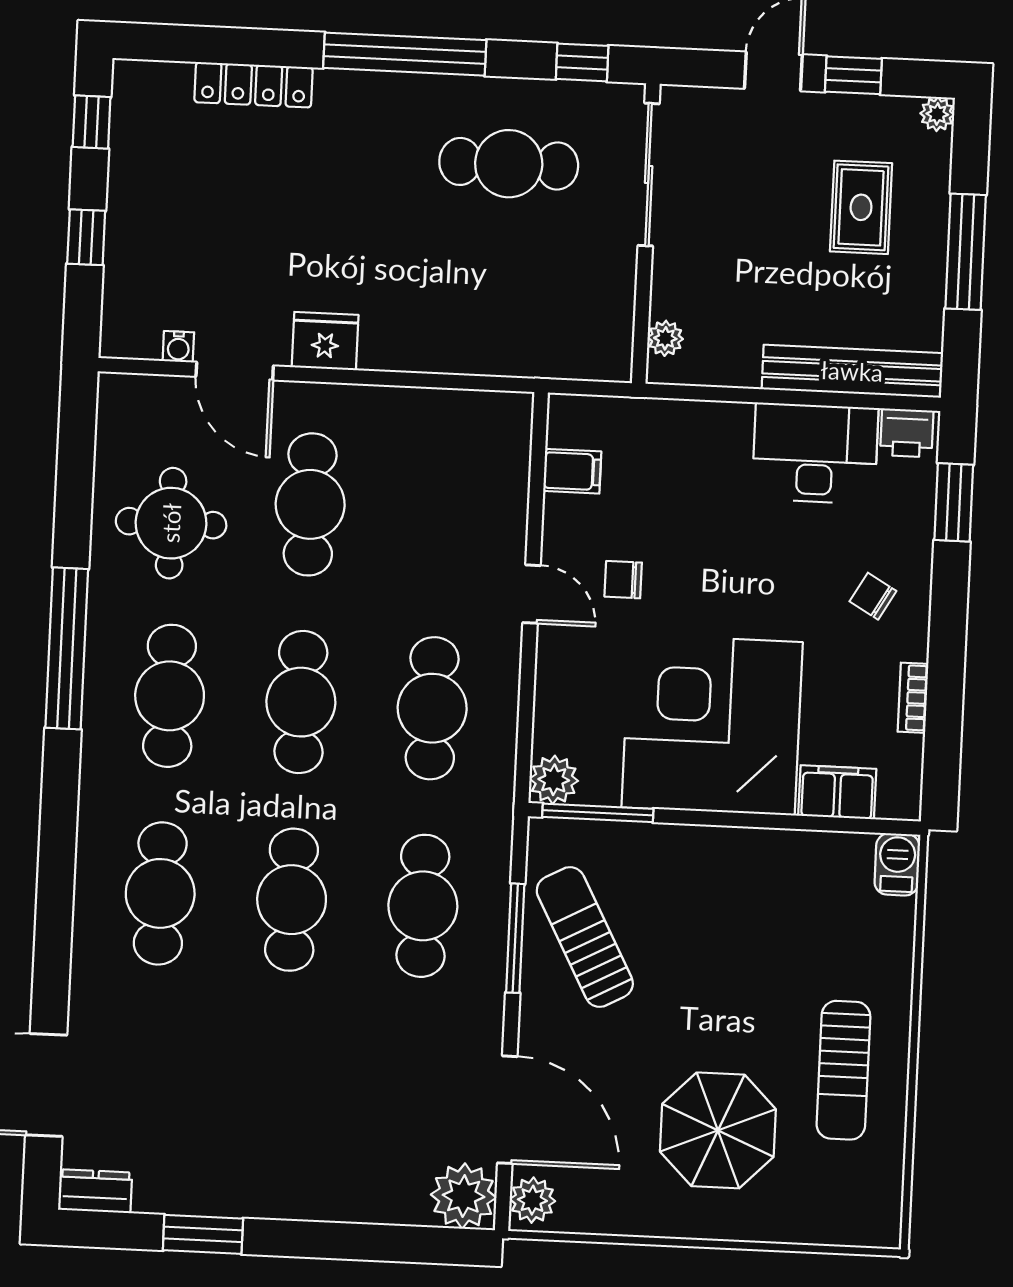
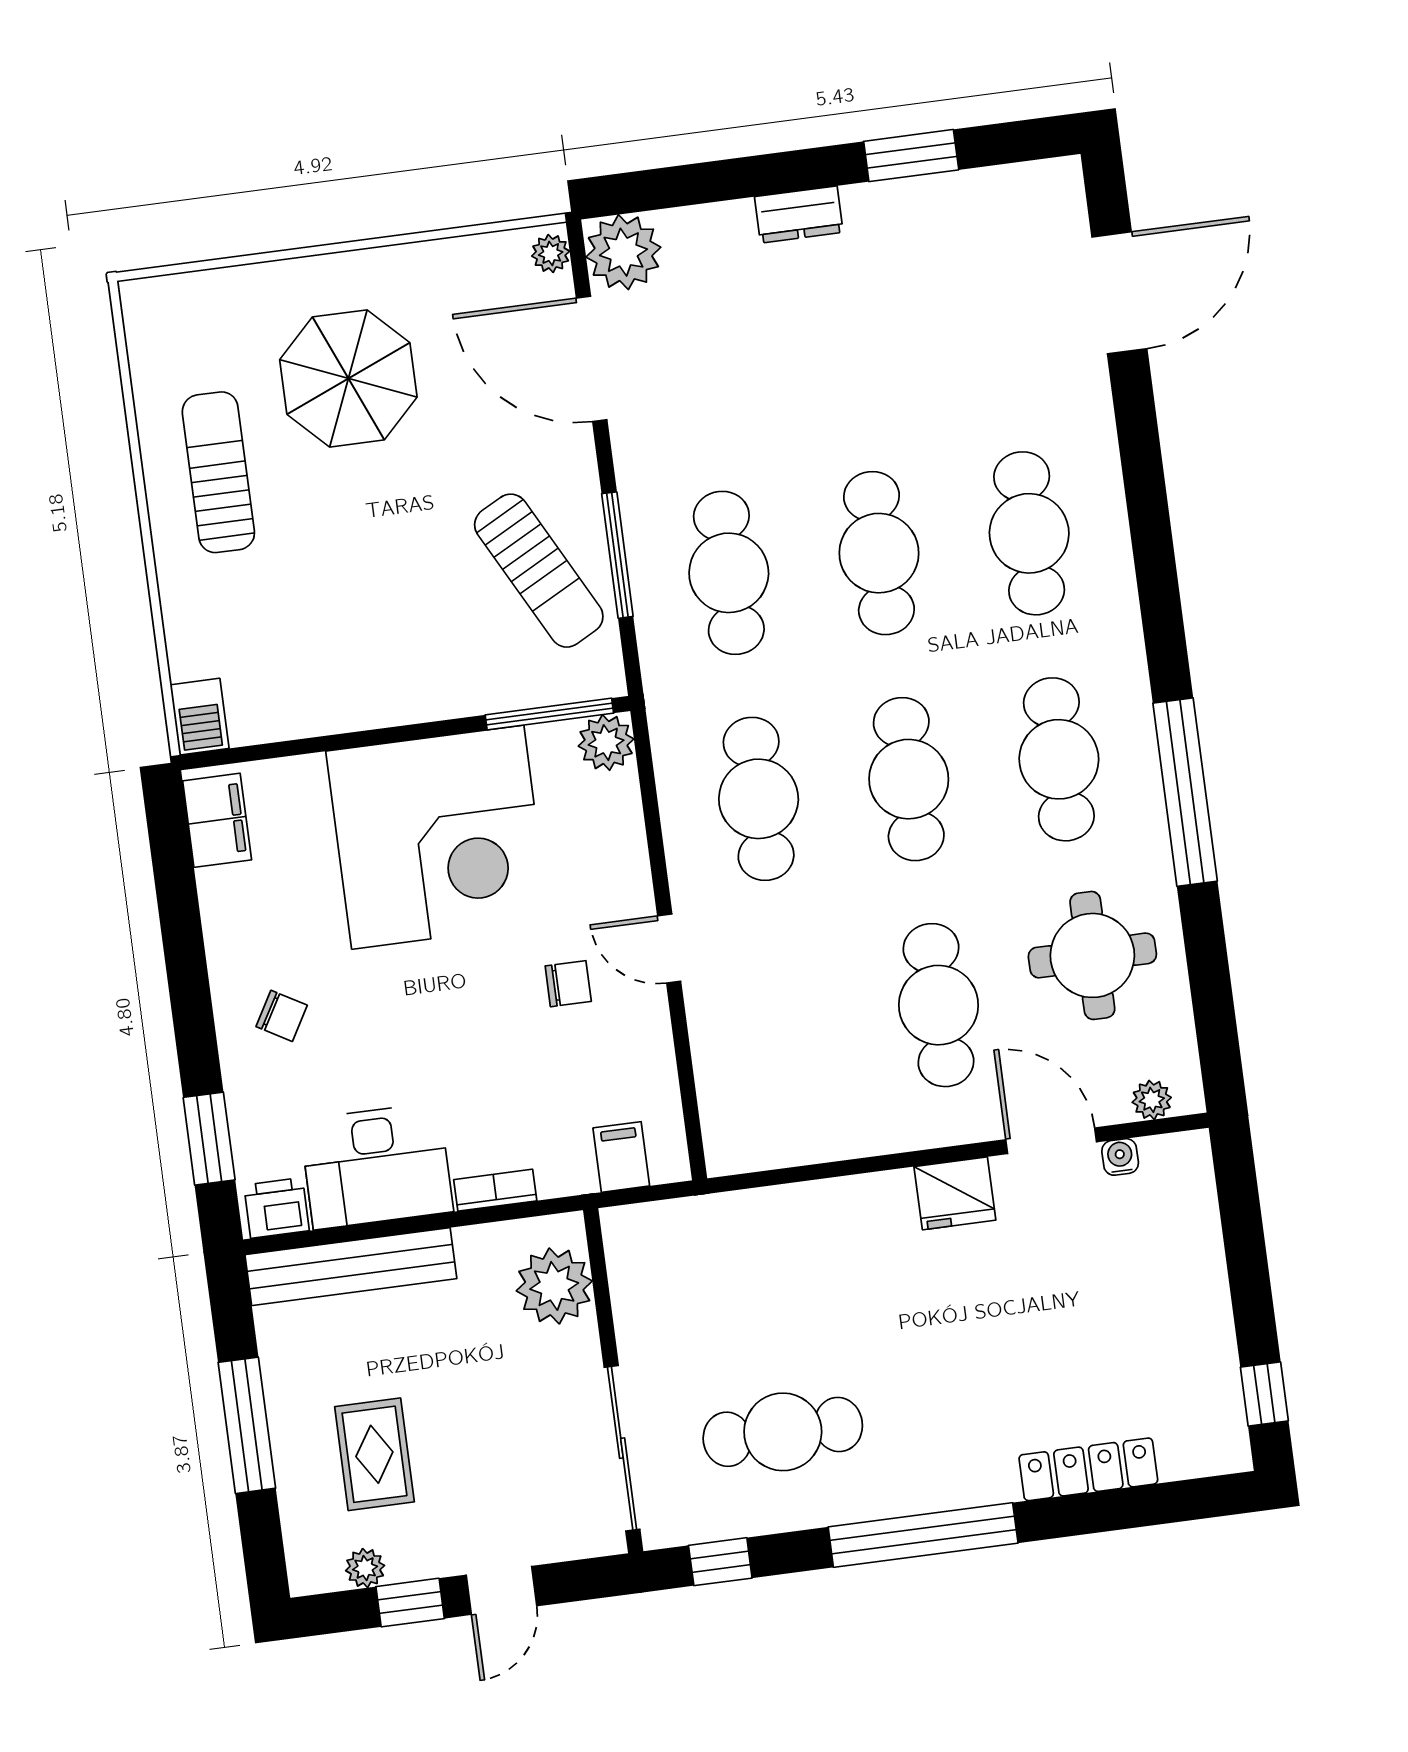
plant: (937, 114) -> (365, 1568), moved
window: (86, 237) -> (1247, 1262), removed
plant: (665, 338) -> (554, 1286), width x1.88, depth x1.88
plant: (143, 391) -> (1152, 1100), added
filing cabinet: (572, 471) -> (621, 1157), moved, turned 90
bookcase: (913, 698) -> (495, 1190), moved, turned -90
filing cabinet: (837, 792) -> (217, 820), moved, turned -90
dresser: (95, 1191) -> (799, 215), moved
plant: (532, 1200) -> (551, 254), width x0.73, depth x0.73

